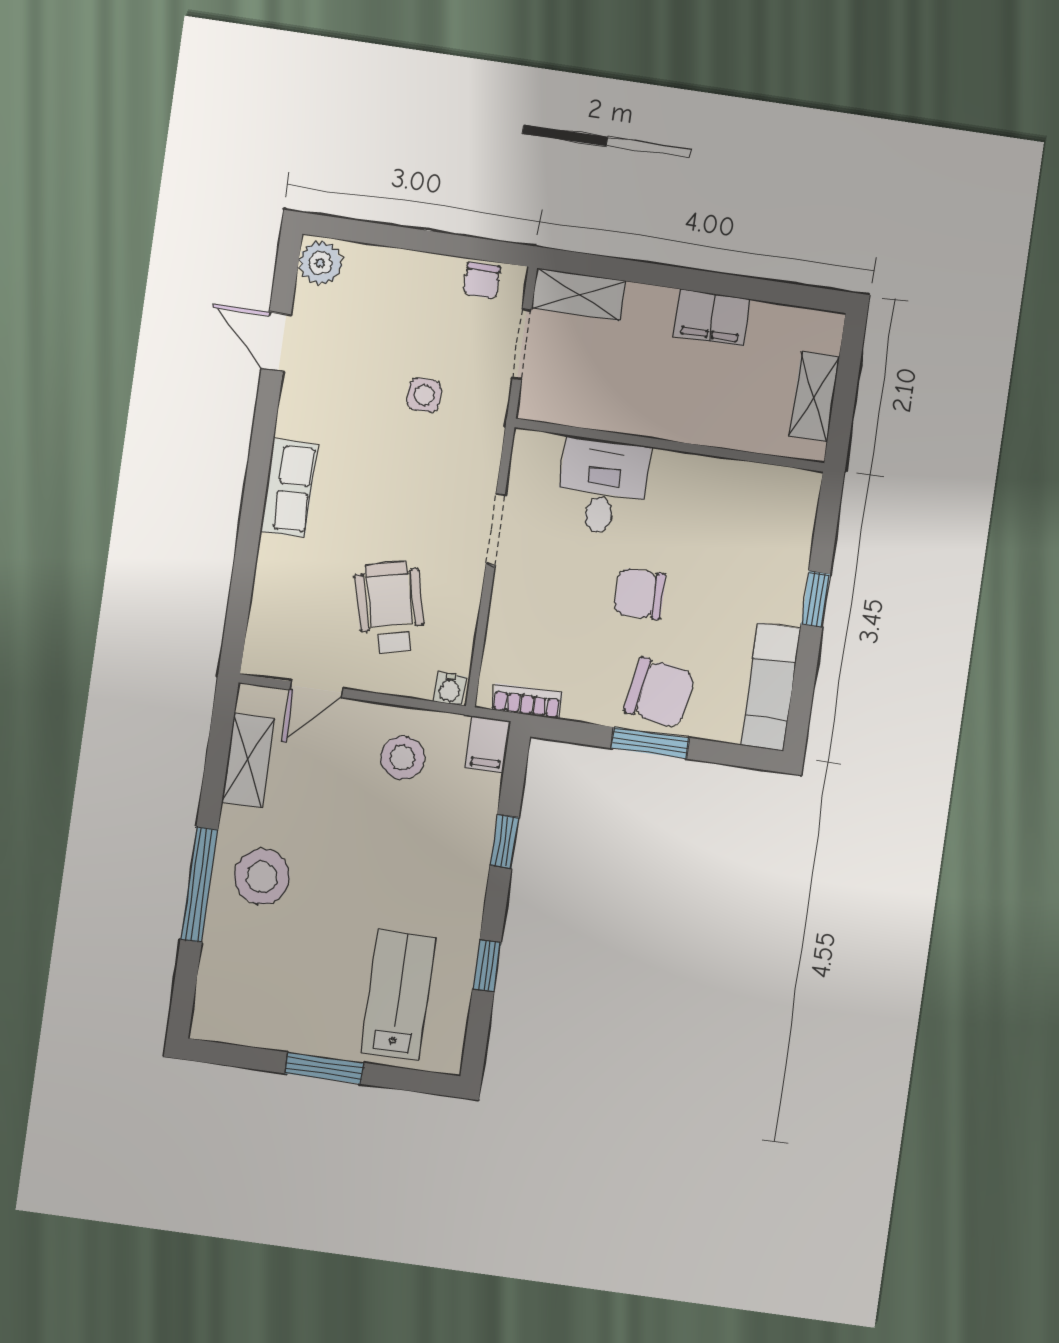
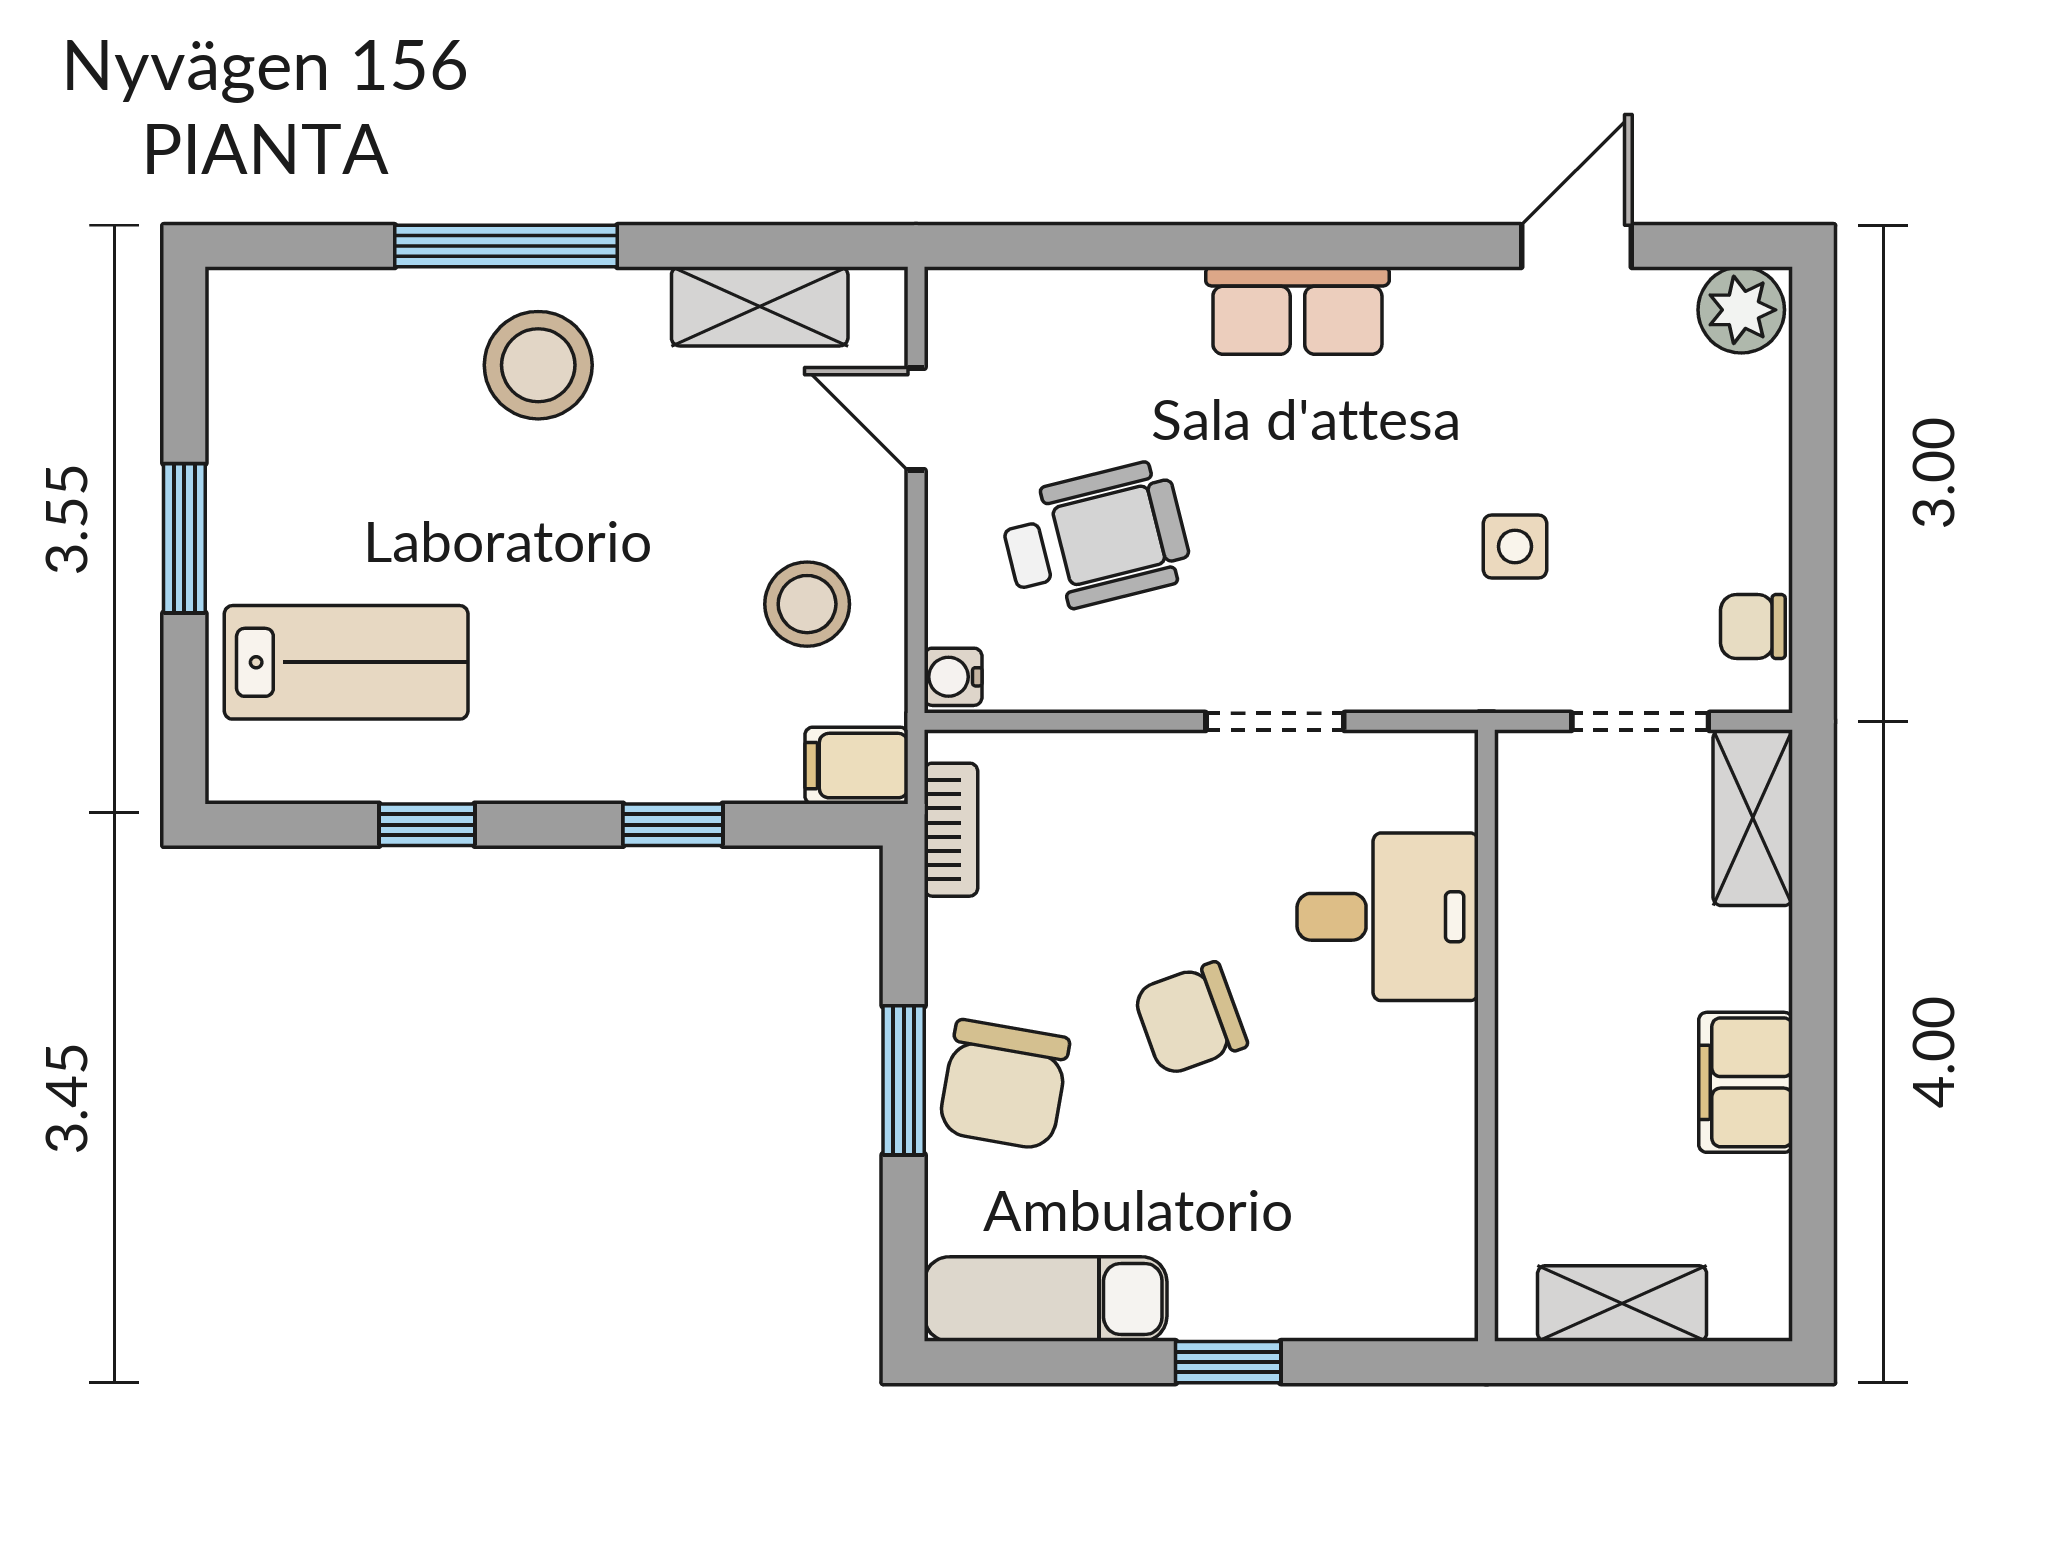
chair: (640, 594) -> (1190, 1019), turned -110

